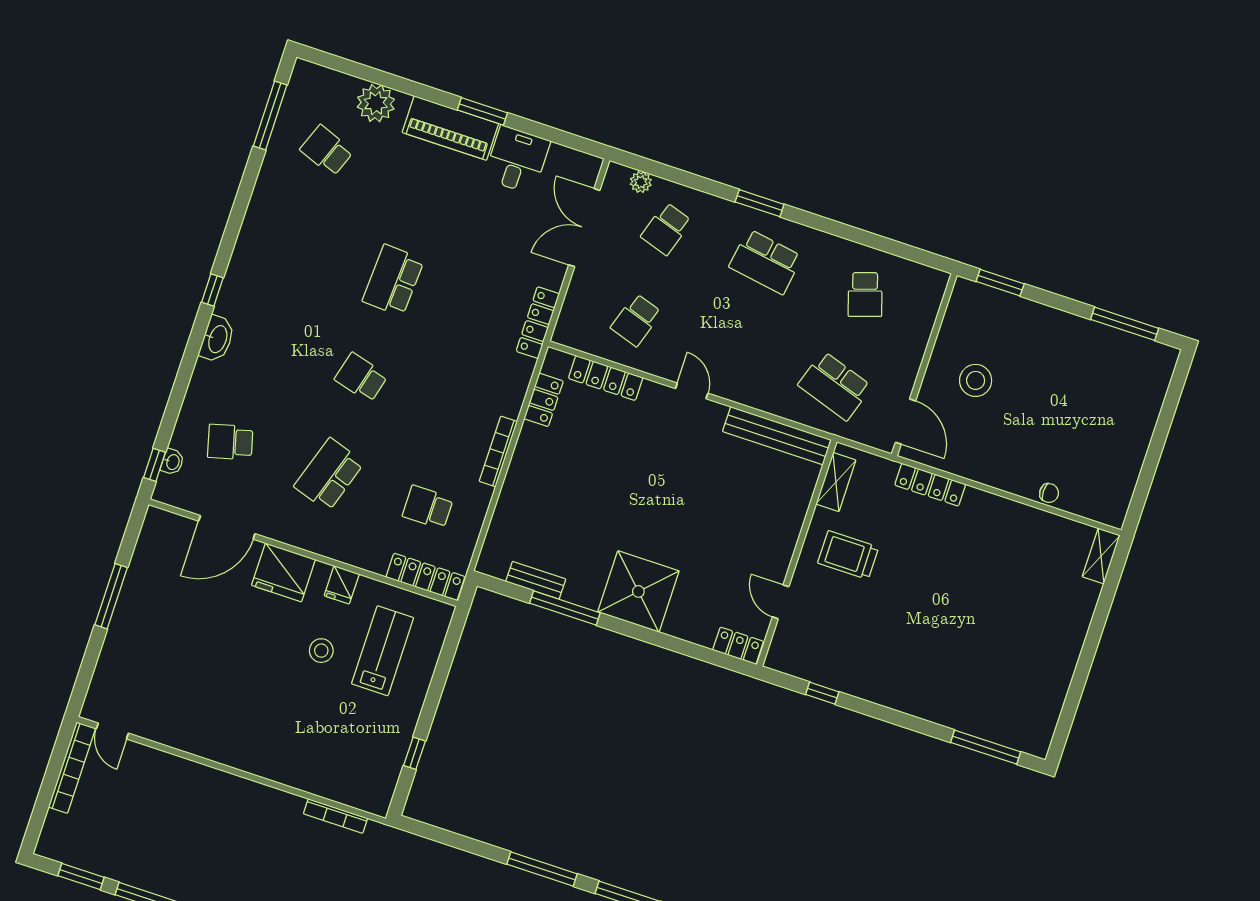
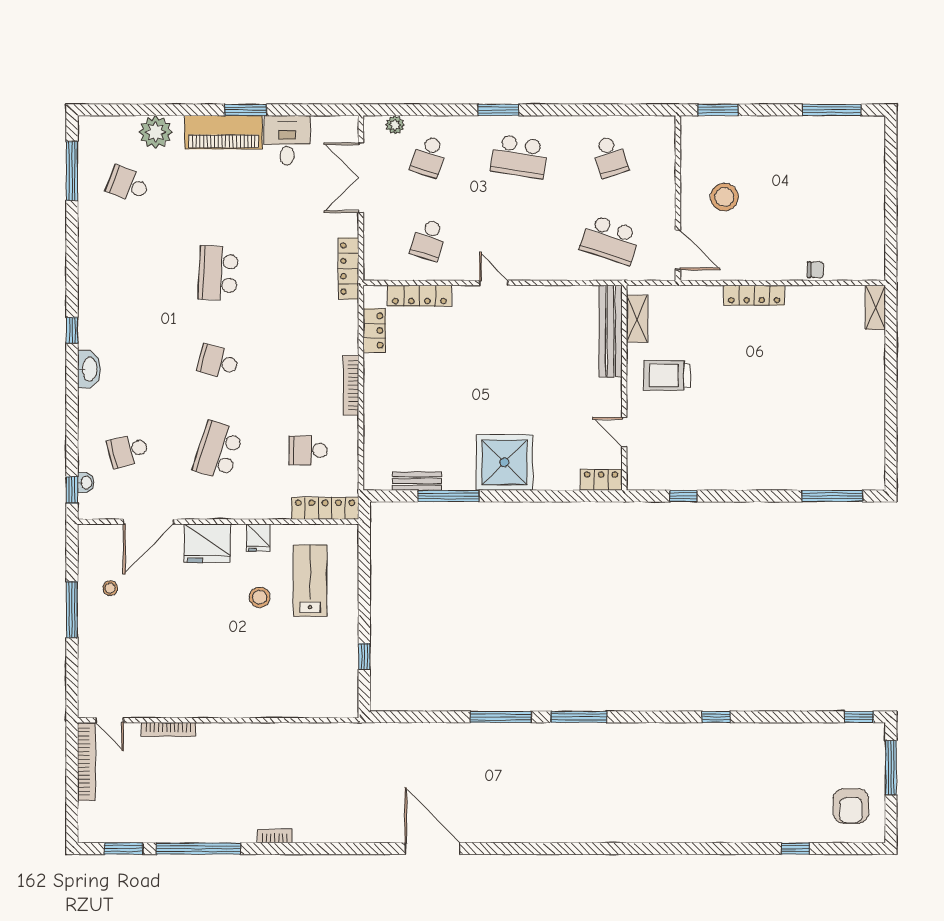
bench: (777, 436) -> (611, 331), moved, turned 90
locker: (930, 485) -> (754, 295), moved
stool: (161, 586) -> (110, 588), added
bookcase: (335, 816) -> (168, 729), moved

